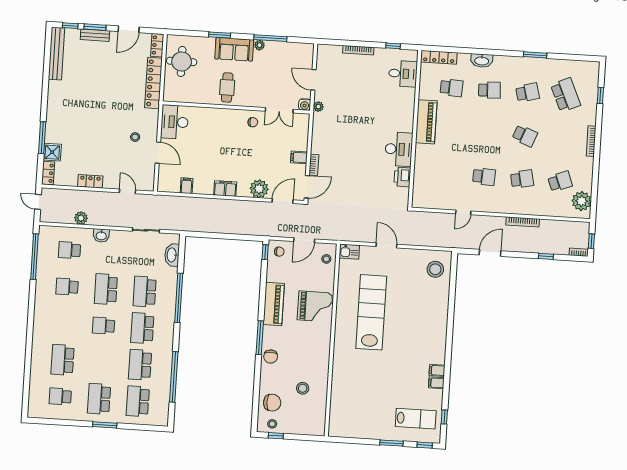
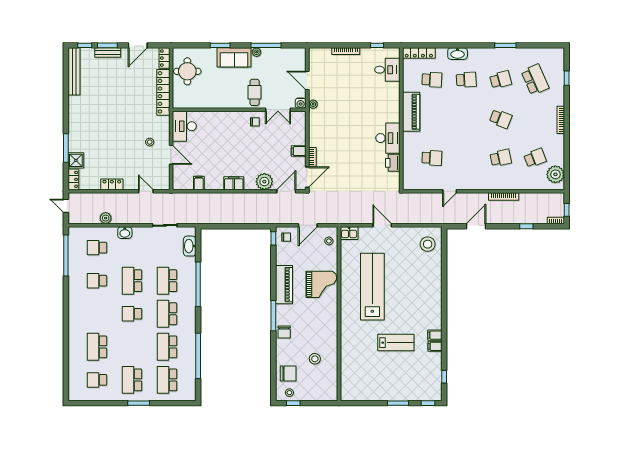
cafe table: (227, 87) -> (255, 92), moved
school desk: (484, 177) -> (432, 158), moved
lab bench: (416, 419) -> (396, 343), moved

